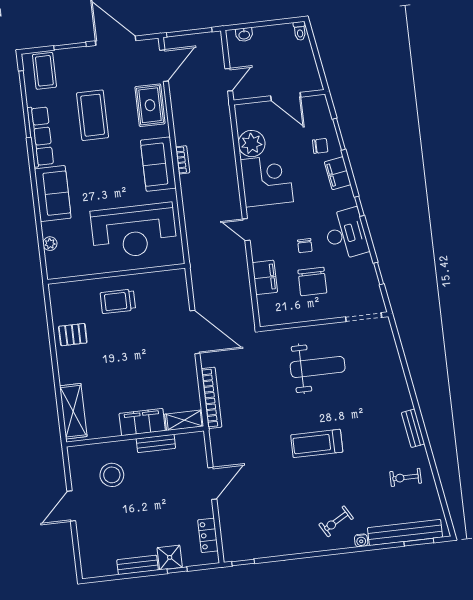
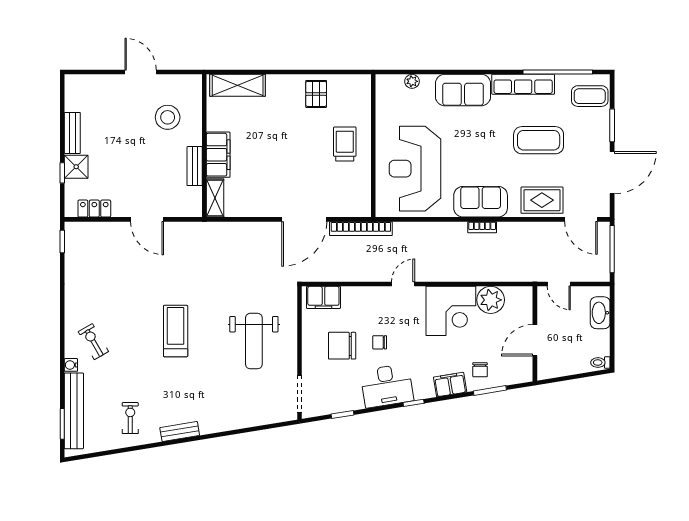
washbasin: (244, 35) -> (600, 313), width x1.91, depth x1.45
filing cabinet: (265, 277) -> (323, 297), moved
bookcase: (212, 398) -> (361, 229), moved

